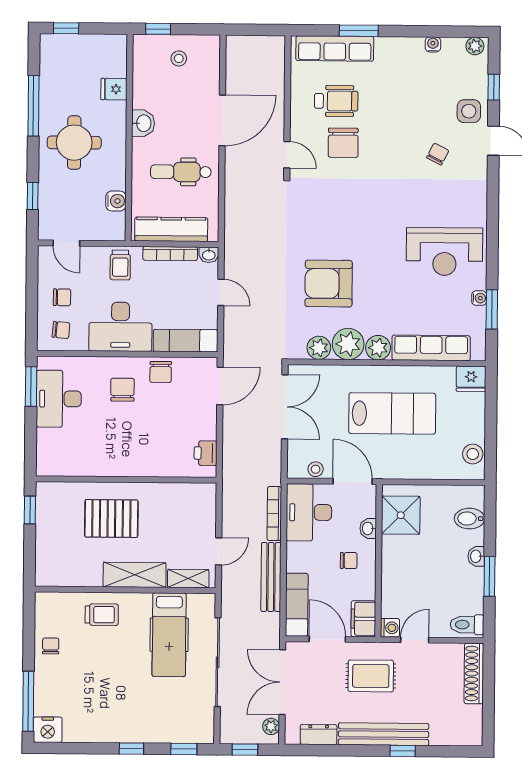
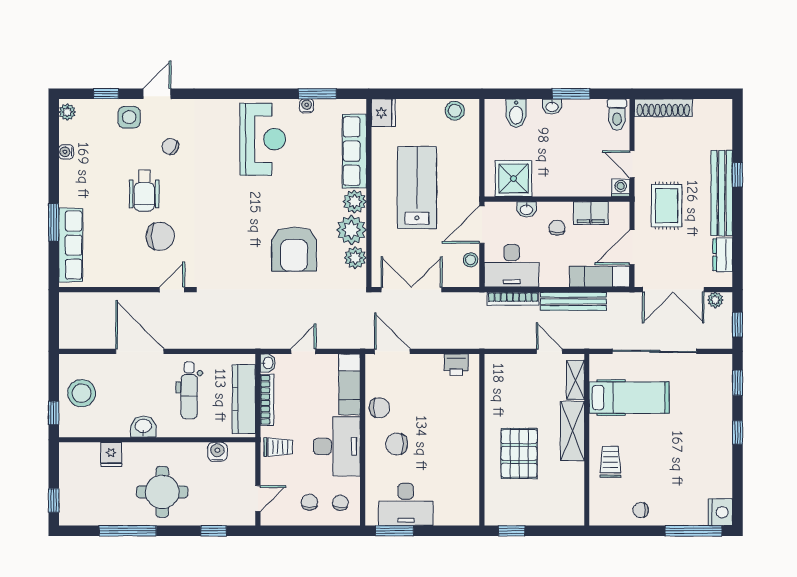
stool: (179, 58) -> (81, 393), width x1.89, depth x1.89
wheelchair: (336, 101) -> (144, 191), moved, turned 180
filing cabinet: (363, 619) -> (591, 213), moved

